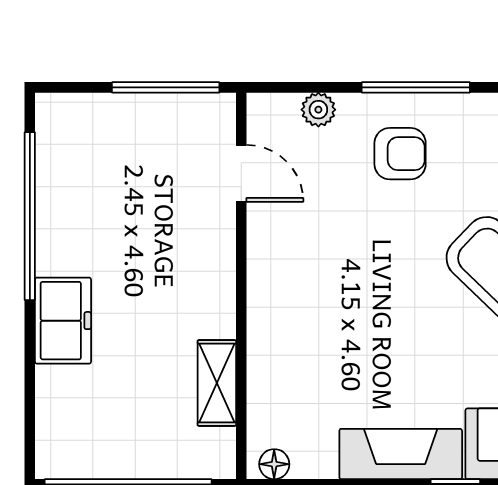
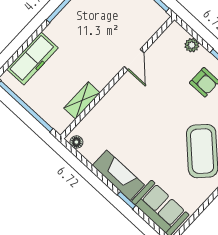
door: (241, 173) -> (134, 60), moved
freezer: (63, 321) -> (32, 59), moved, width x1.40

